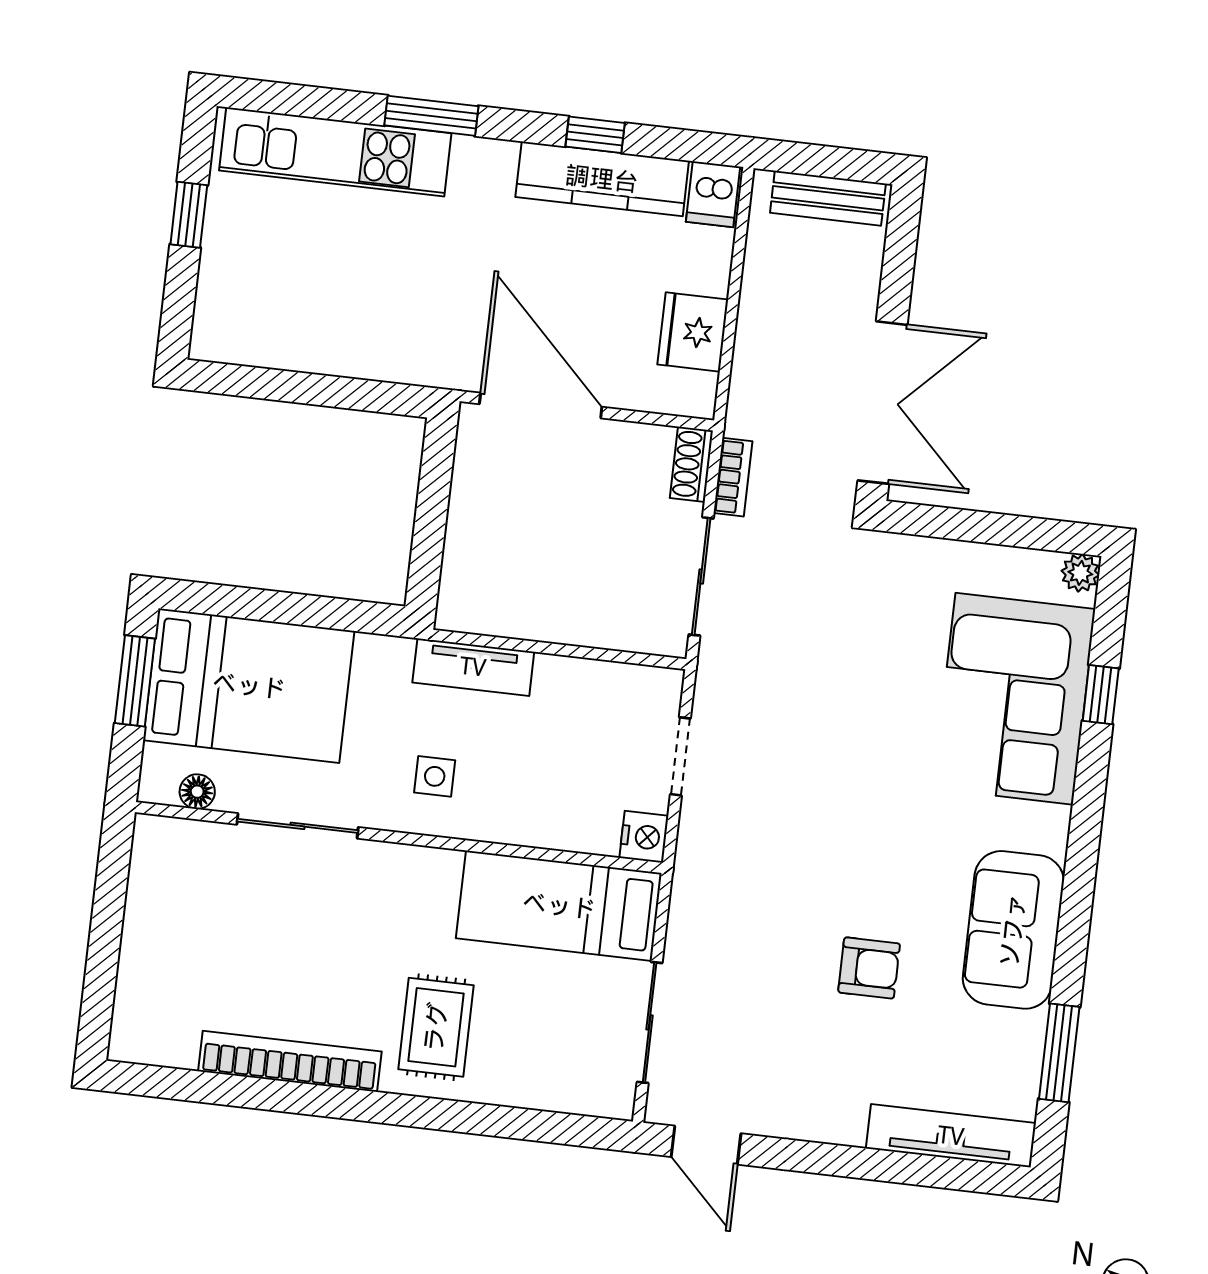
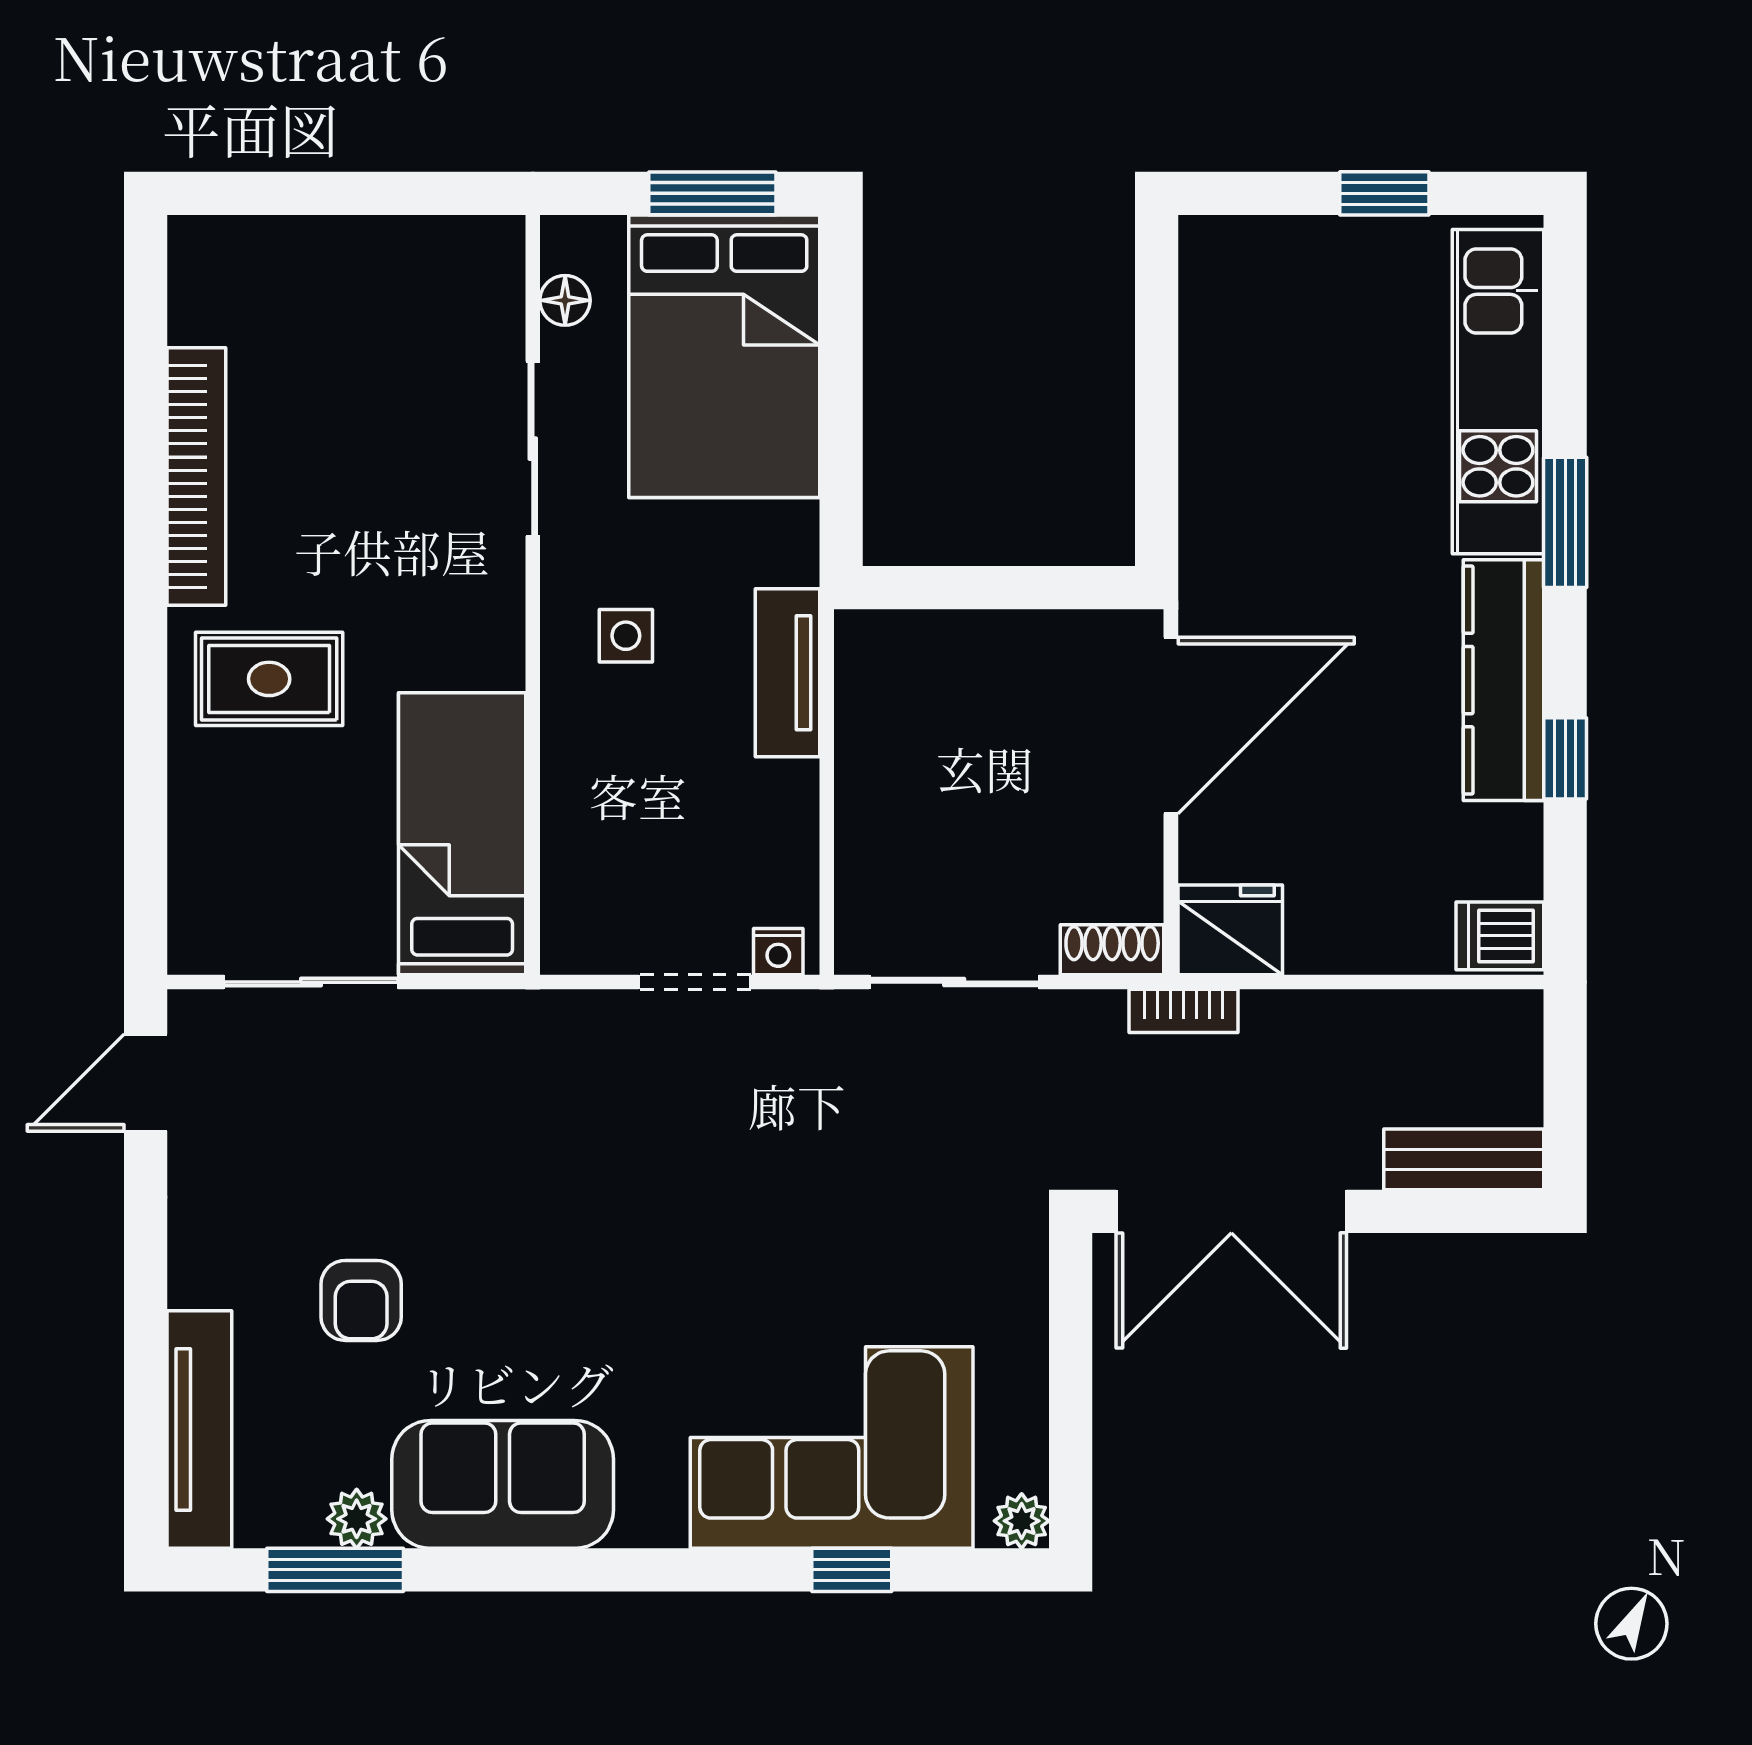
kitchen counter: (602, 179) -> (1504, 680), moved
bench: (828, 198) -> (1464, 1159), moved, turned 90
fridge: (693, 332) -> (1230, 930), moved
bookcase: (733, 477) -> (1183, 1011), moved
nightstand: (644, 837) -> (778, 952), moved, width x0.72, depth x0.74
armchair: (869, 968) -> (361, 1300), moved
plant: (1025, 1034) -> (357, 1519), added

